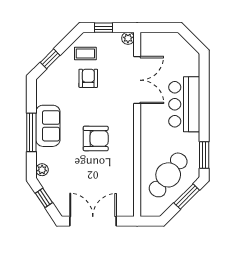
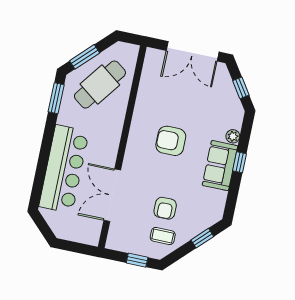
plant: (128, 38) -> (113, 243), removed
bar counter: (184, 104) -> (64, 169), width x1.36
window: (31, 132) -> (239, 162), width x0.46
plant: (42, 170) -> (233, 136), moved

